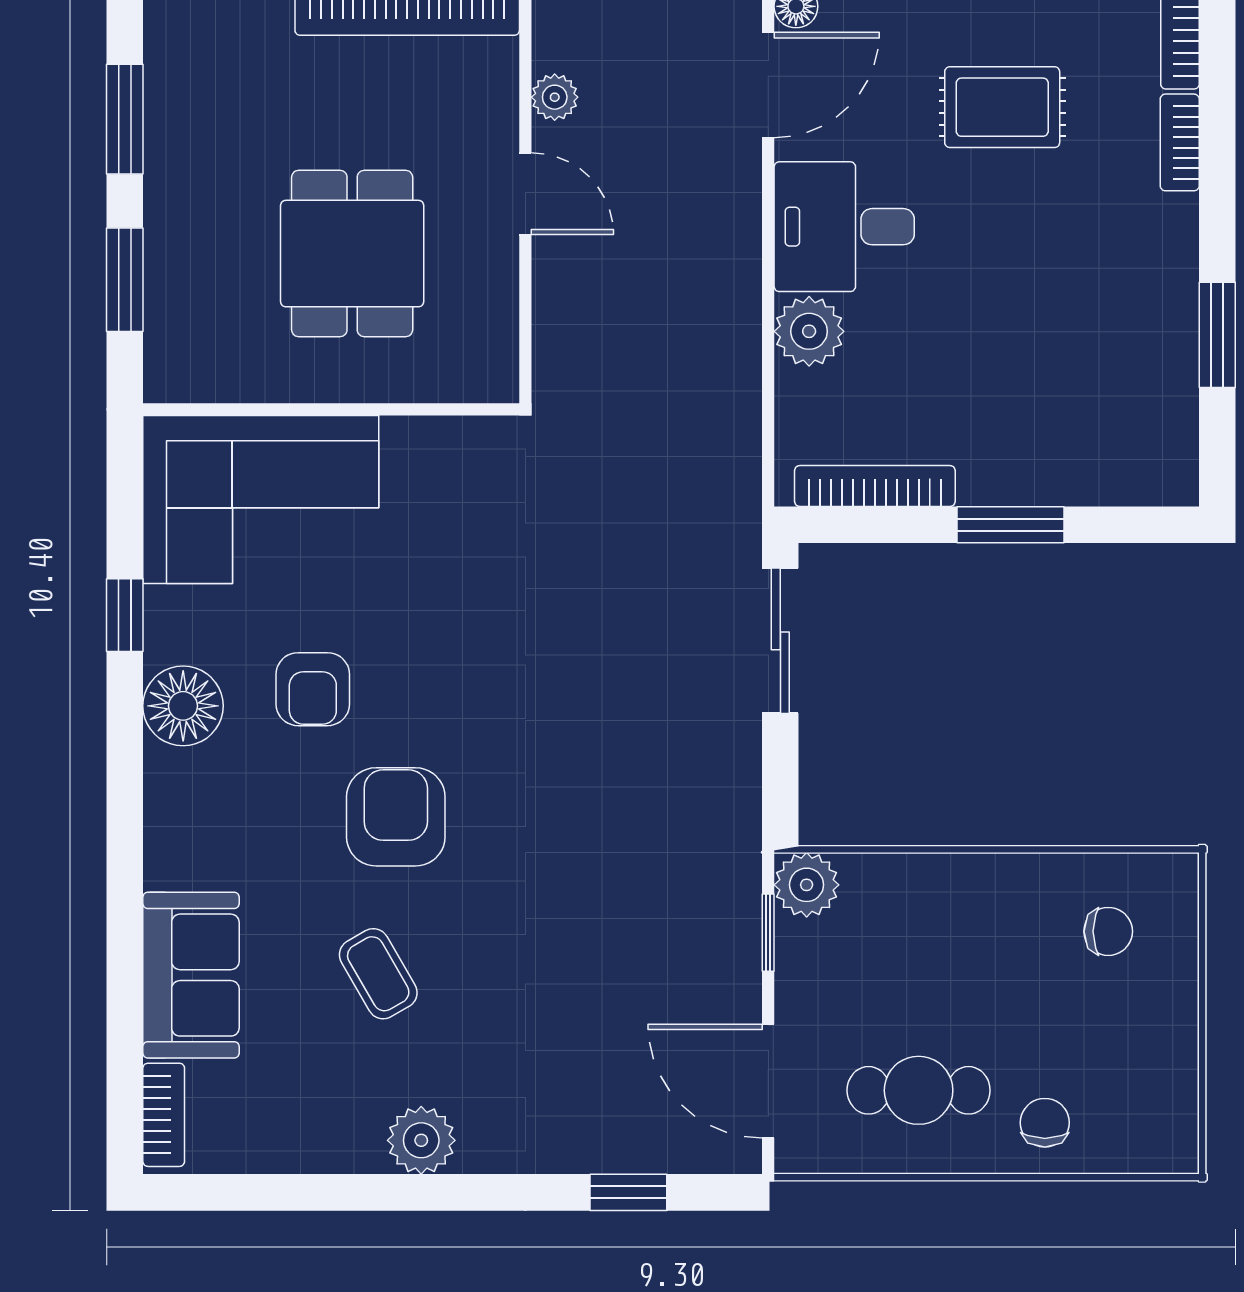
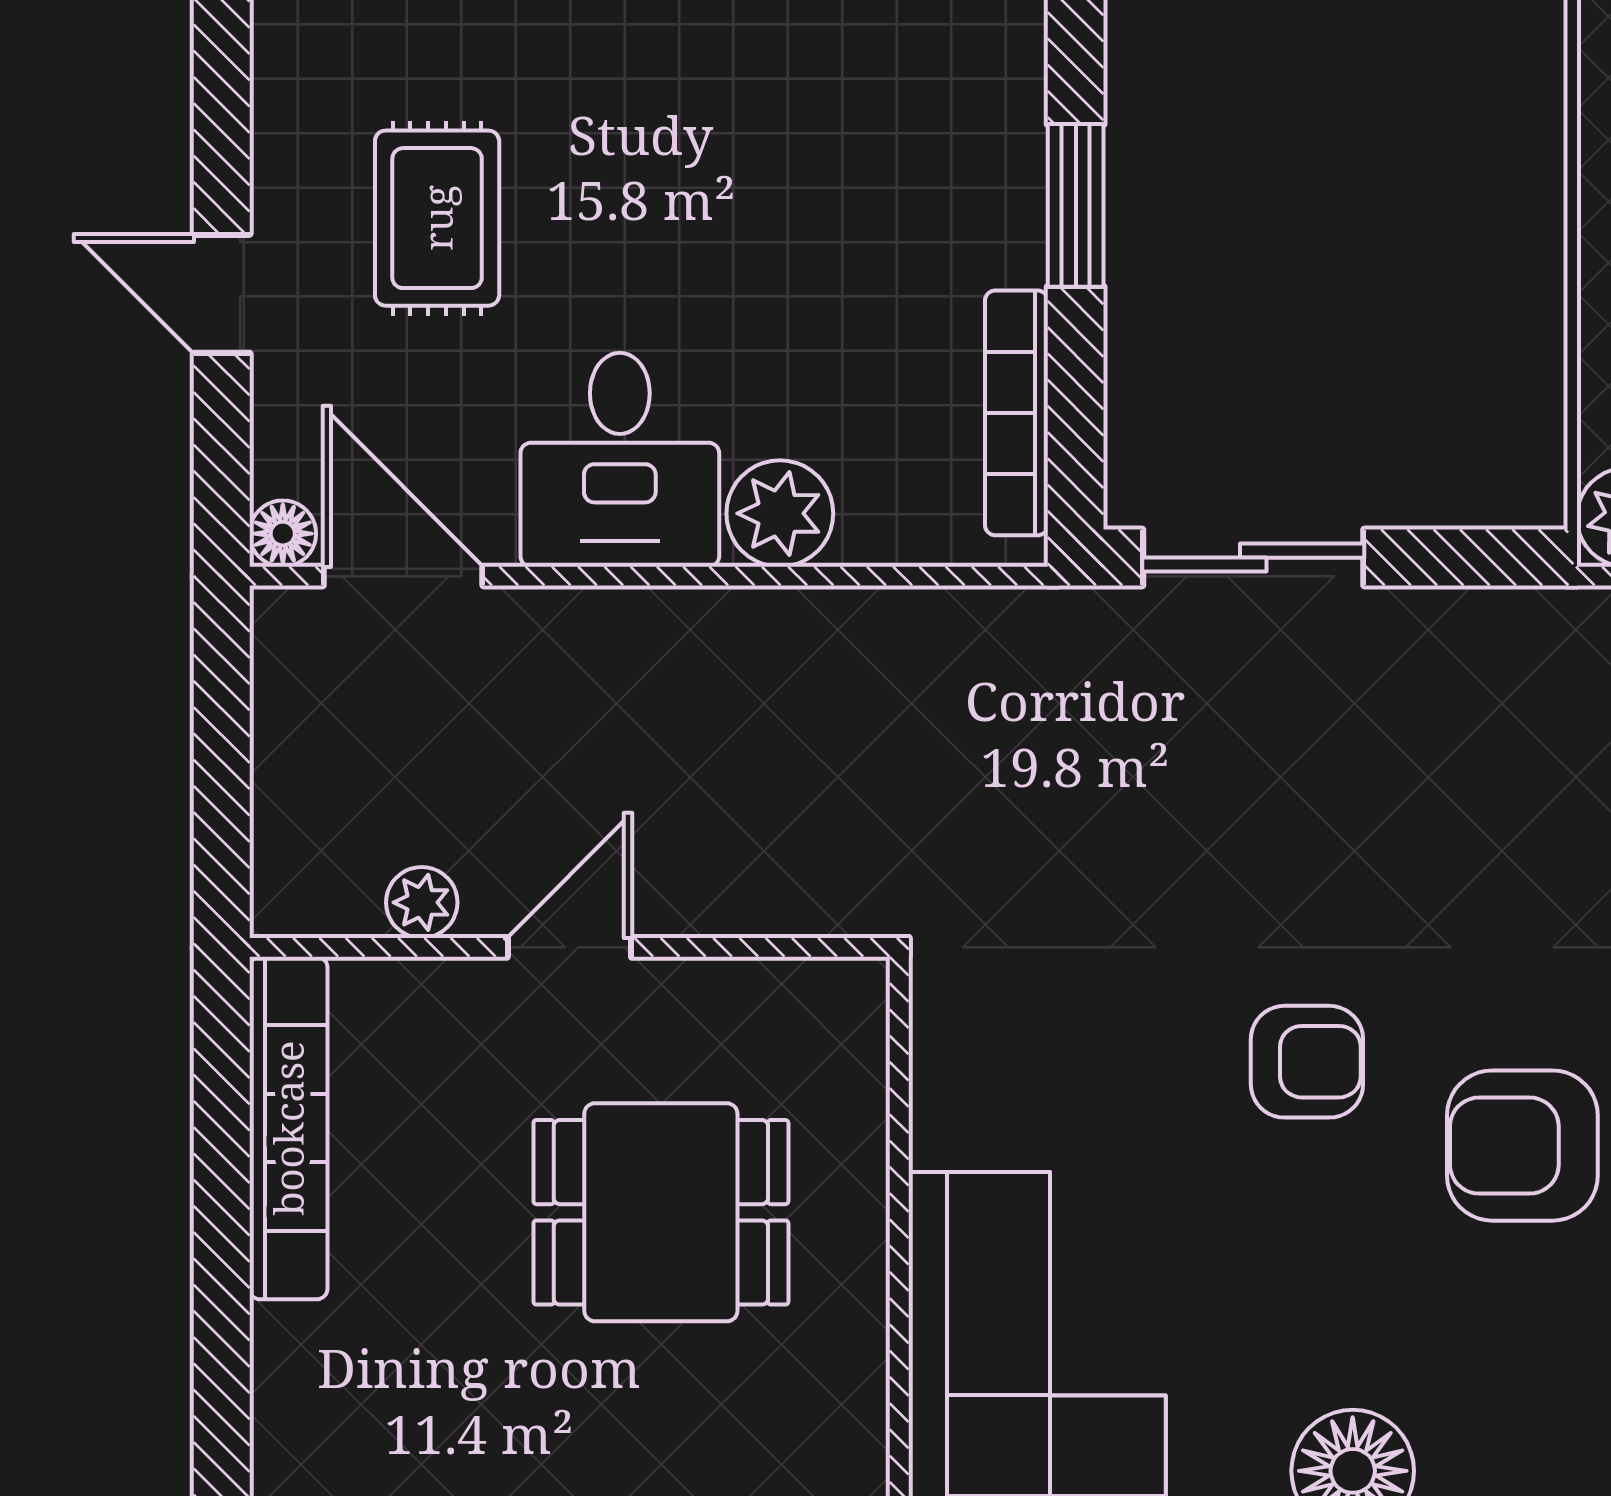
armchair: (313, 689) -> (1307, 1062), moved

